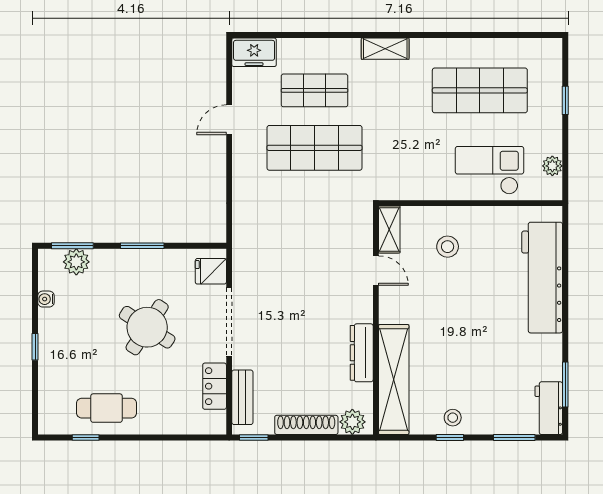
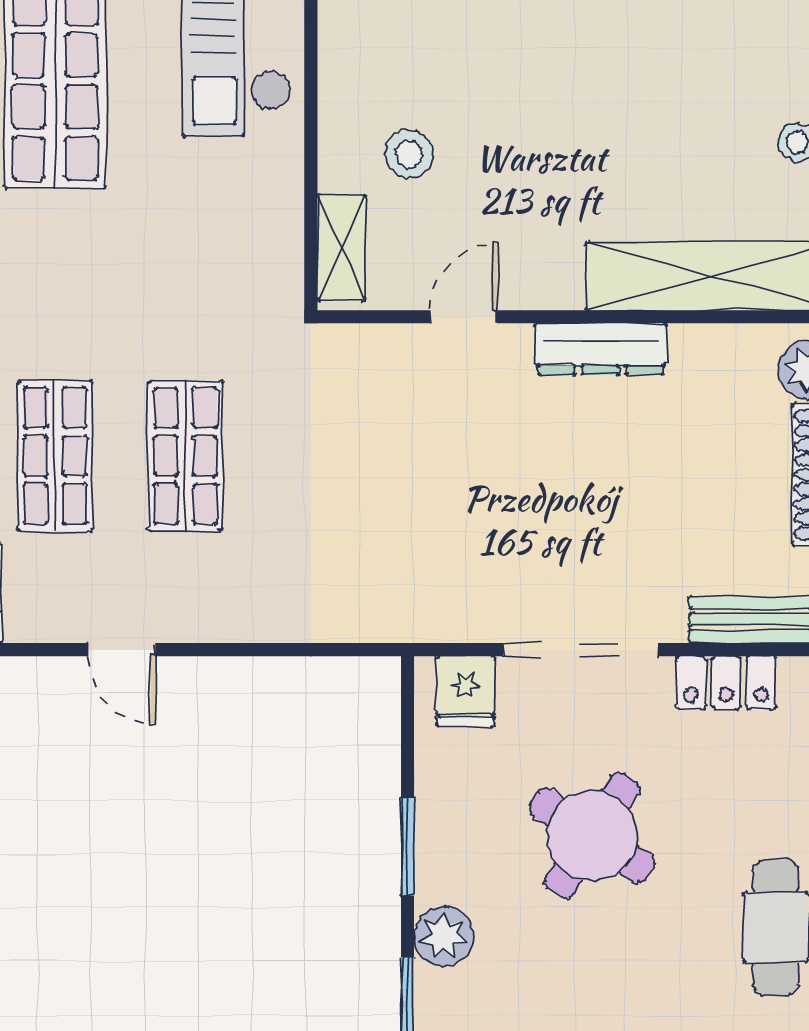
shop shelf: (315, 148) -> (185, 456), width x0.70, depth x0.74
shelving: (389, 230) -> (341, 248), moved, turned 90
plant: (76, 262) -> (444, 936), moved
dresser: (362, 353) -> (601, 349), moved

